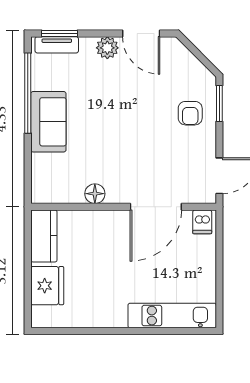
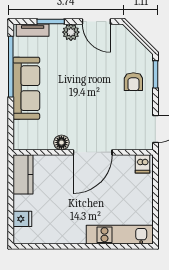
window: (60, 34) -> (51, 22), moved
sofa: (48, 122) -> (26, 88), width x1.36
door: (156, 207) -> (93, 152), moved
fridge: (47, 286) -> (22, 219), width x0.53, depth x0.75

